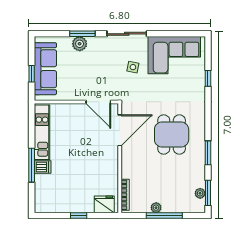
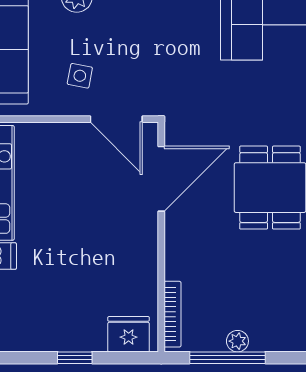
side table: (133, 67) -> (80, 76), moved
window: (164, 215) -> (227, 358), moved

